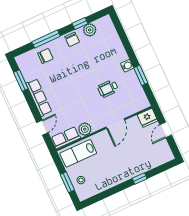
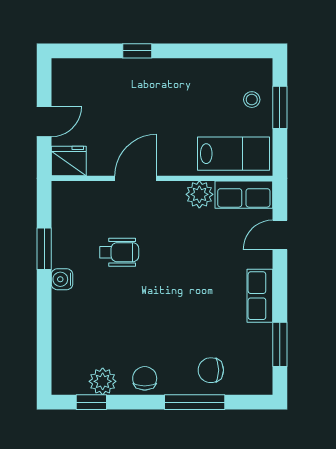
window: (80, 24) -> (91, 402), moved
row of seats: (39, 98) -> (260, 296), width x0.68

